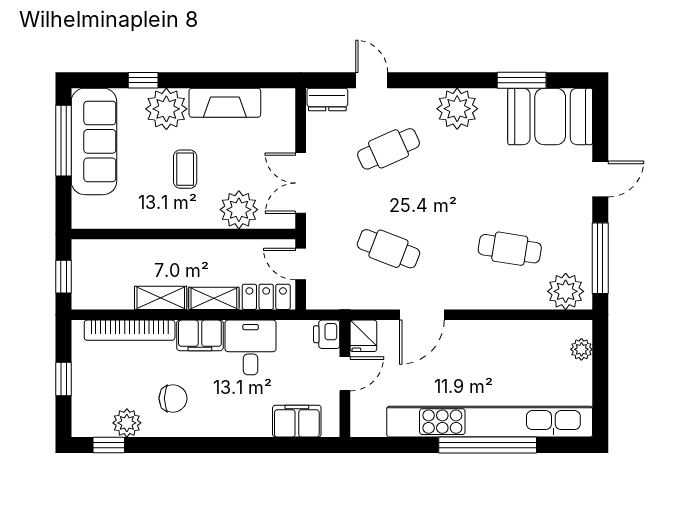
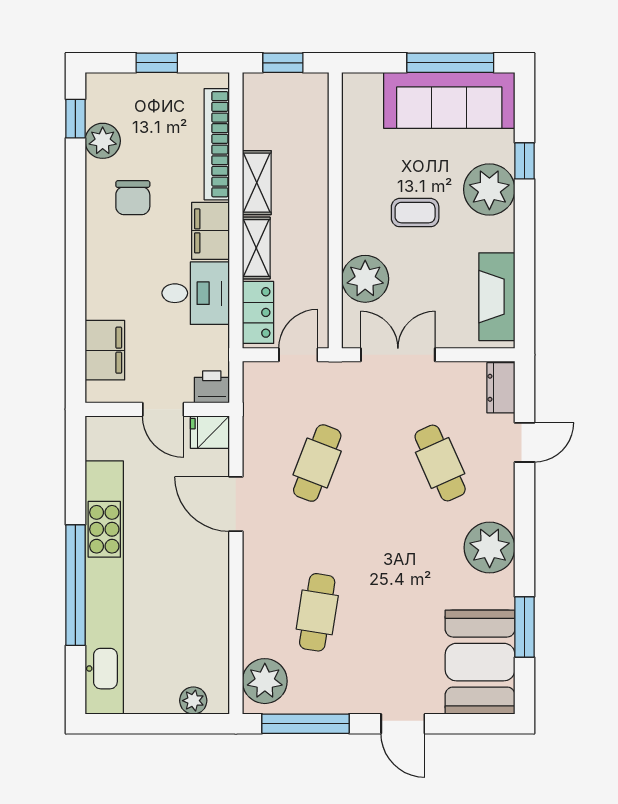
fireplace: (225, 103) -> (497, 297), moved

